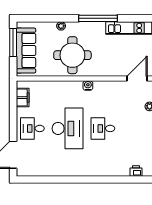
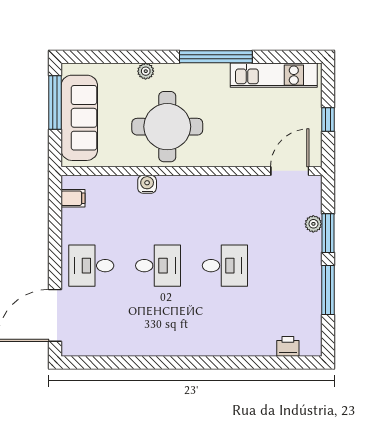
water cooler: (88, 86) -> (147, 184), moved
filing cabinet: (23, 98) -> (73, 198), width x0.50
desk: (68, 128) -> (158, 266), width x0.53, depth x0.77
desk: (103, 128) -> (225, 266), turned 180

